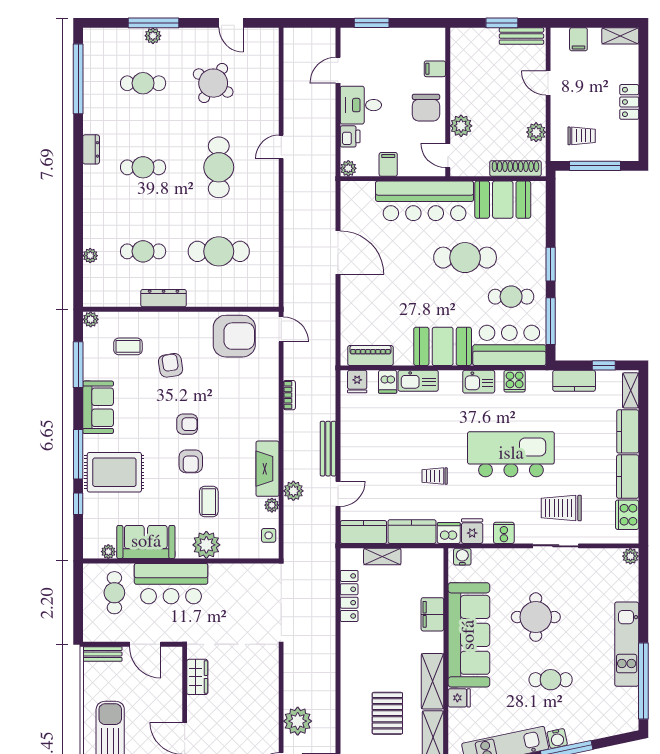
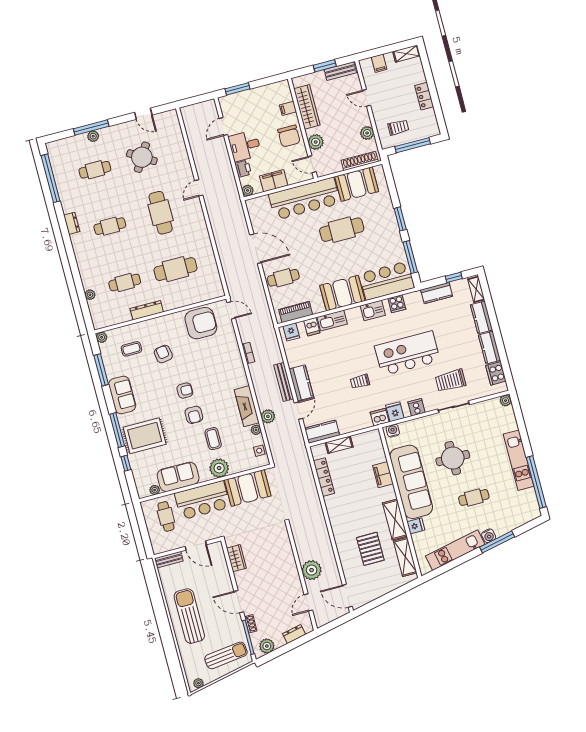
wardrobe: (462, 74) -> (307, 107), added
filing cabinet: (388, 164) -> (274, 181), width x2.00
cafe table: (511, 297) -> (283, 278), moved
kitchen counter: (412, 532) -> (301, 383), moved, turned 90
booth: (239, 583) -> (248, 488), added

